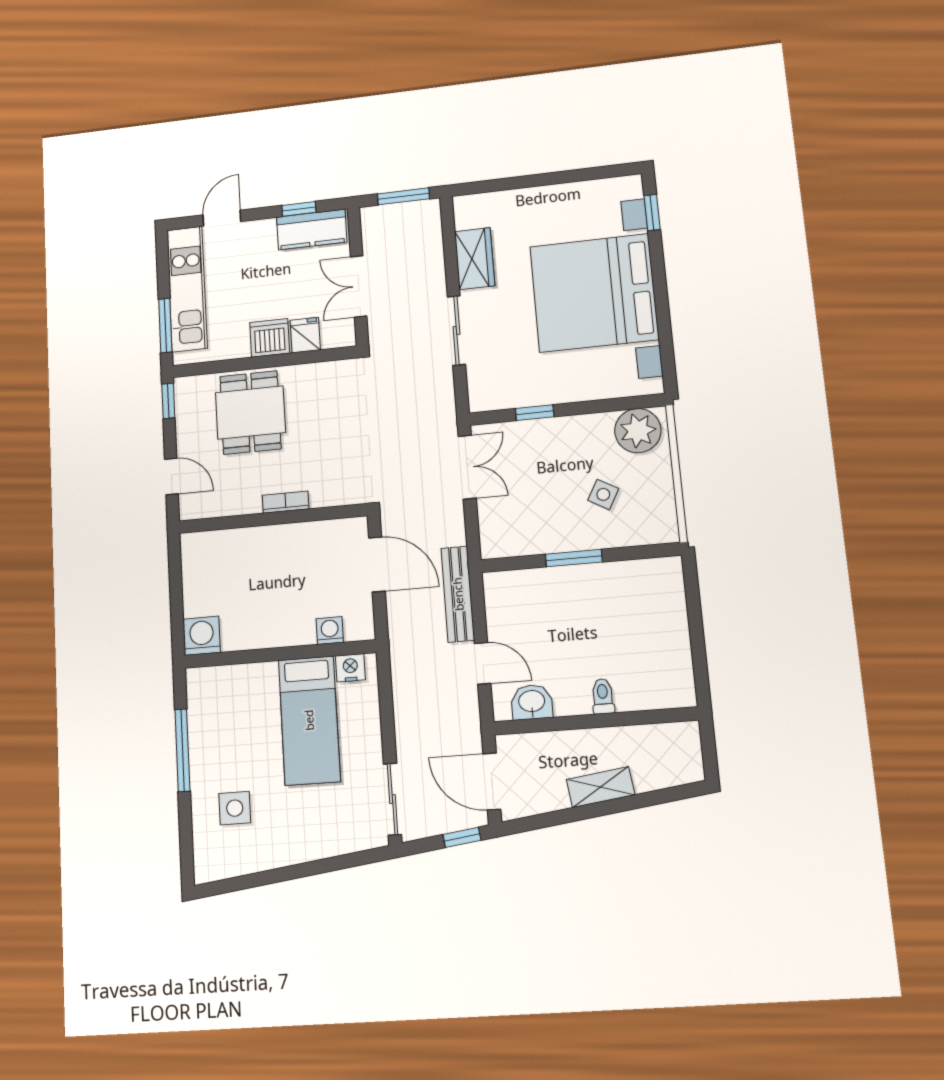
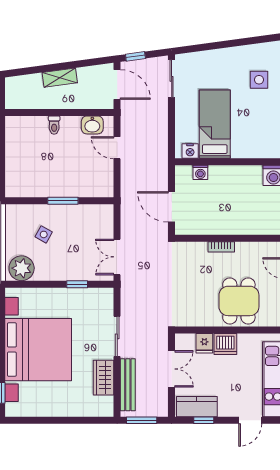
bench: (458, 594) -> (128, 385), moved

